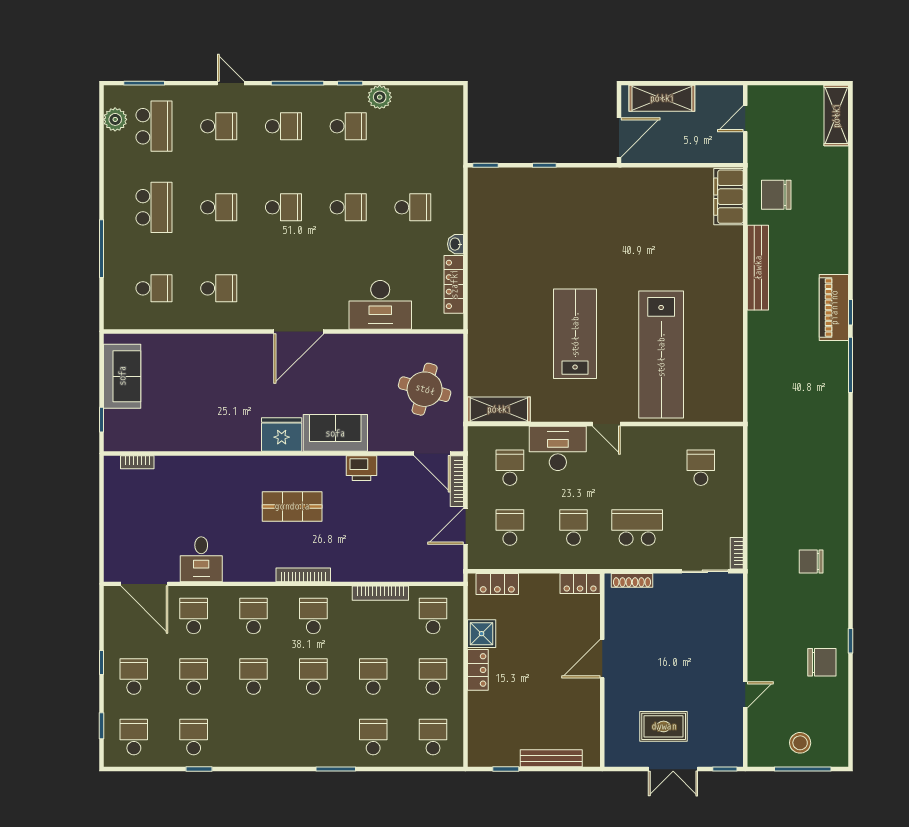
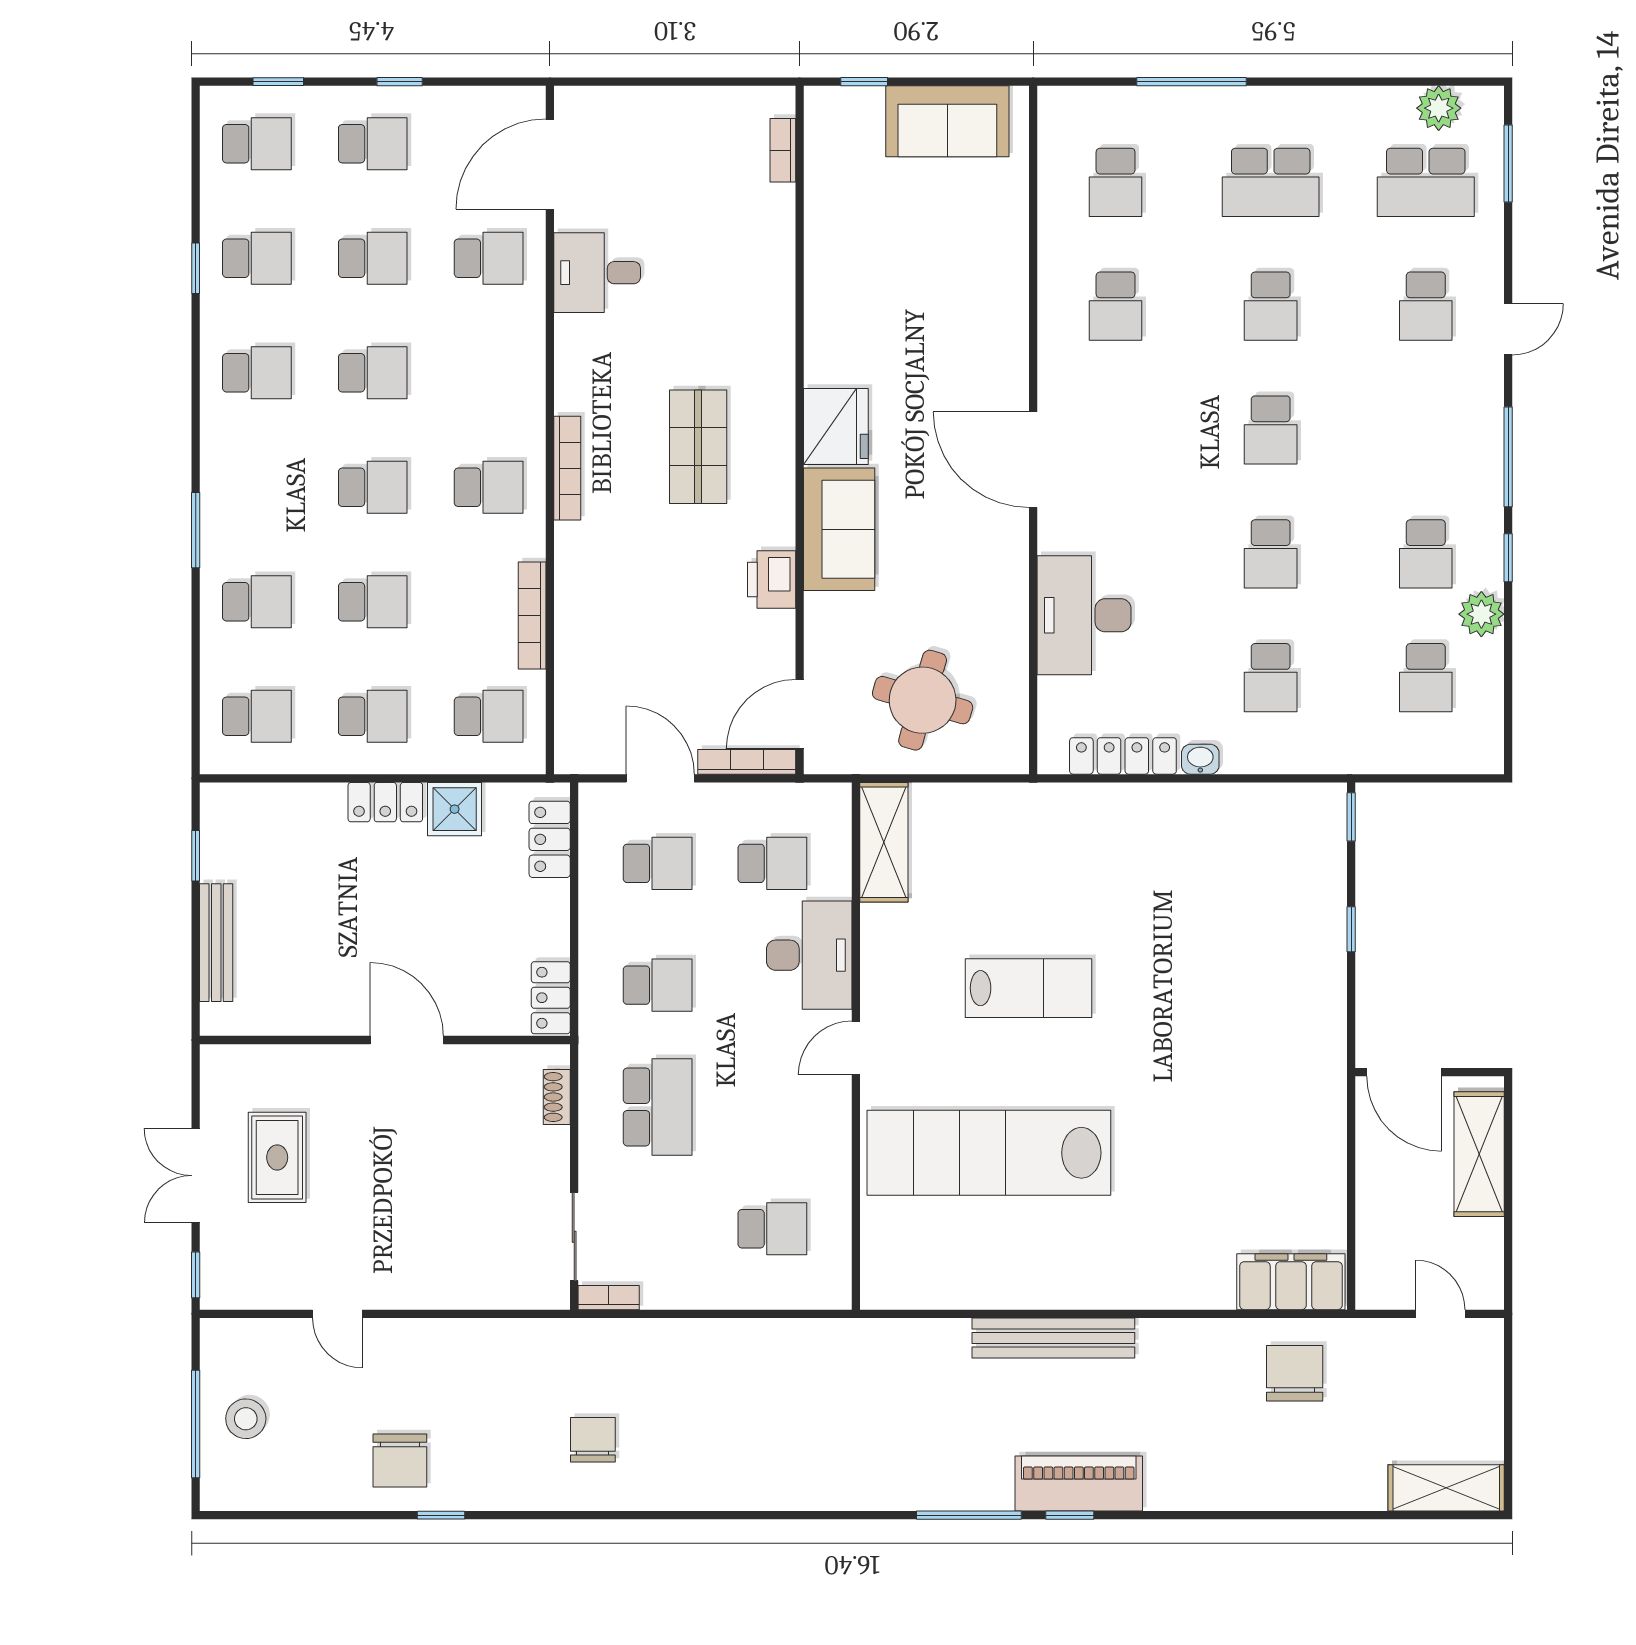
school desk: (283, 126) -> (1426, 678), moved
bench: (758, 268) -> (1053, 1338), moved
lab bench: (575, 334) -> (1028, 988), width x0.73, depth x0.72
shoe rack: (632, 580) -> (557, 1097), width x0.70
school desk: (253, 616) -> (257, 373), moved

